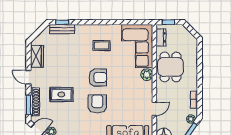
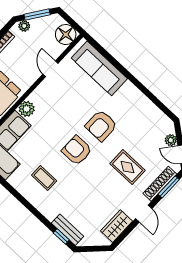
door: (154, 109) -> (50, 69), hinge flipped

